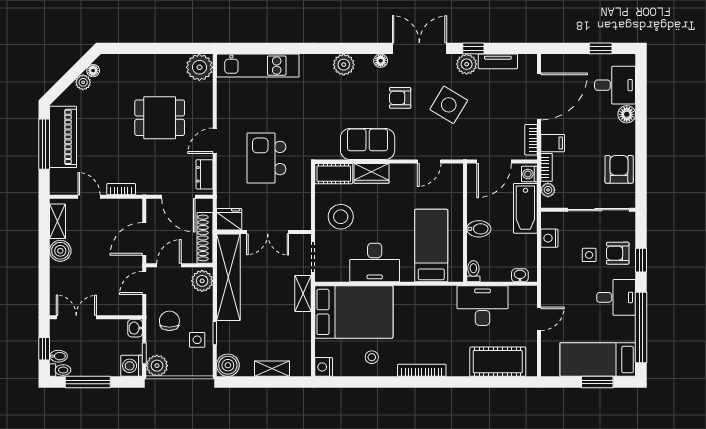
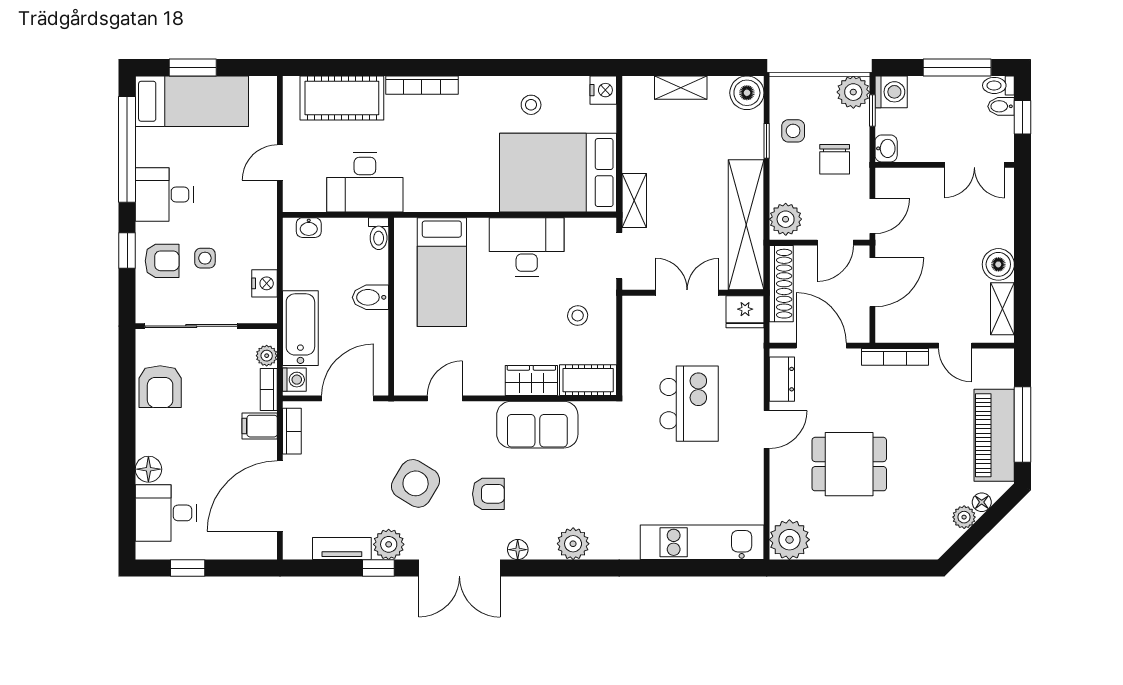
floor lamp: (93, 71) -> (982, 502), moved
bookcase: (121, 189) -> (895, 357), width x1.56
stool: (341, 217) -> (578, 316), width x0.53, depth x0.53
bookcase: (422, 370) -> (422, 85), moved

